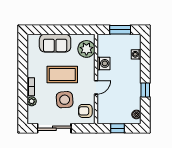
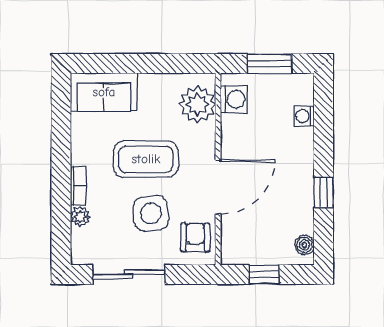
sofa: (55, 43) -> (104, 92), moved
washing machine: (104, 63) -> (234, 99), moved
door: (96, 87) -> (218, 187), width x1.87
armchair: (85, 111) -> (195, 237), turned 90

